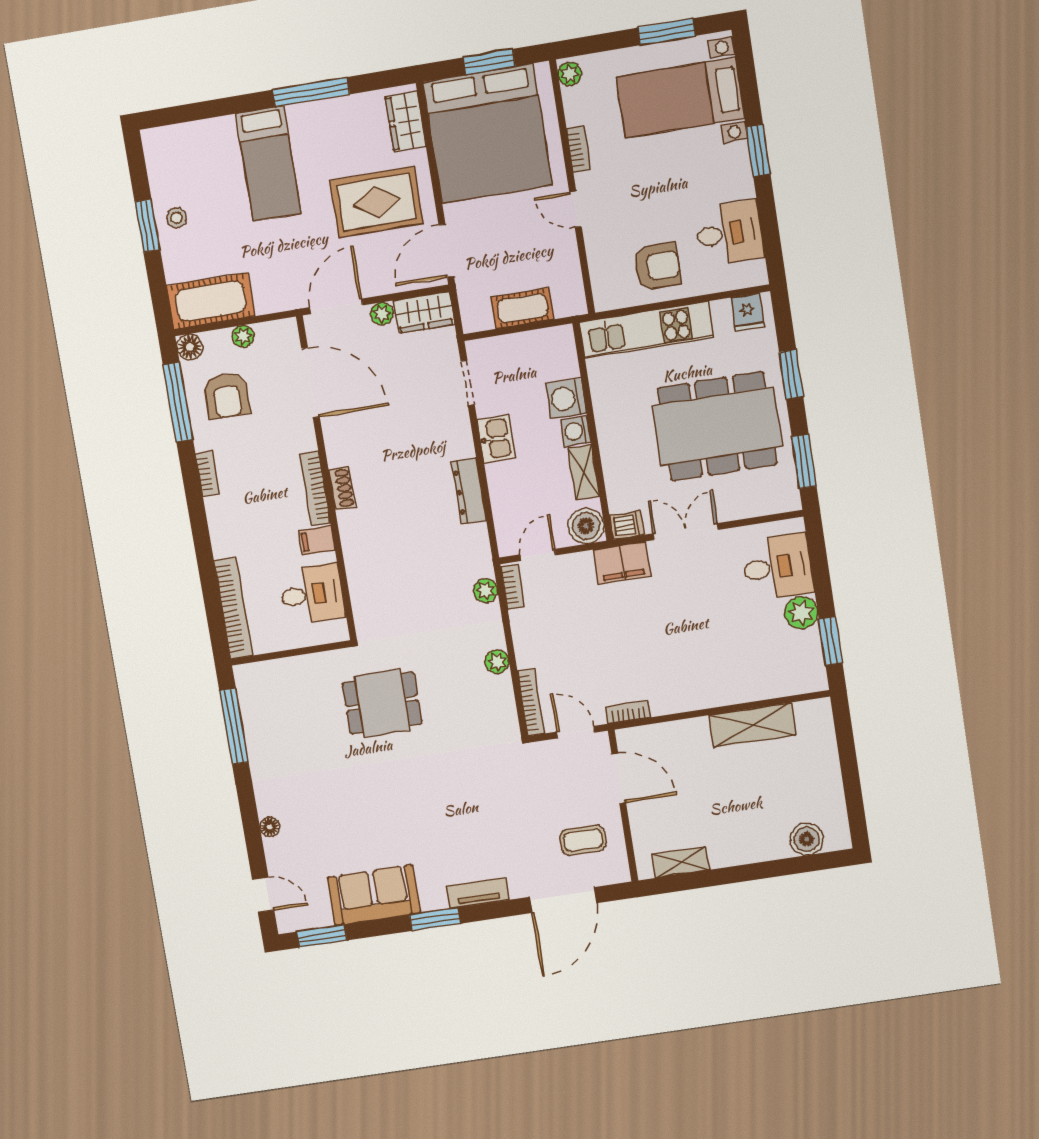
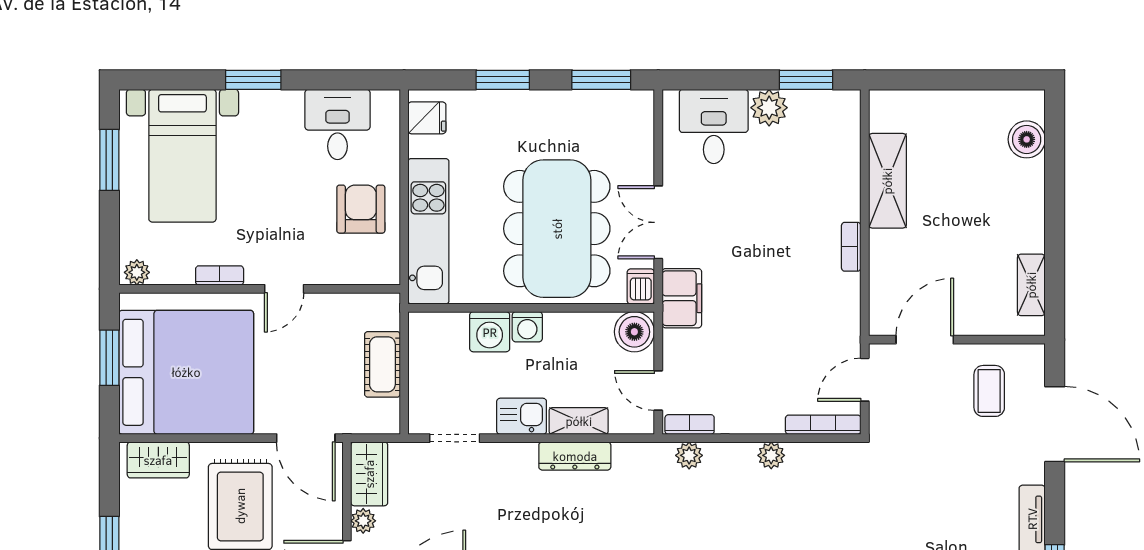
dining table: (717, 426) -> (557, 229), moved
shelving: (584, 472) -> (579, 421), moved
bookcase: (628, 712) -> (851, 247), moved

